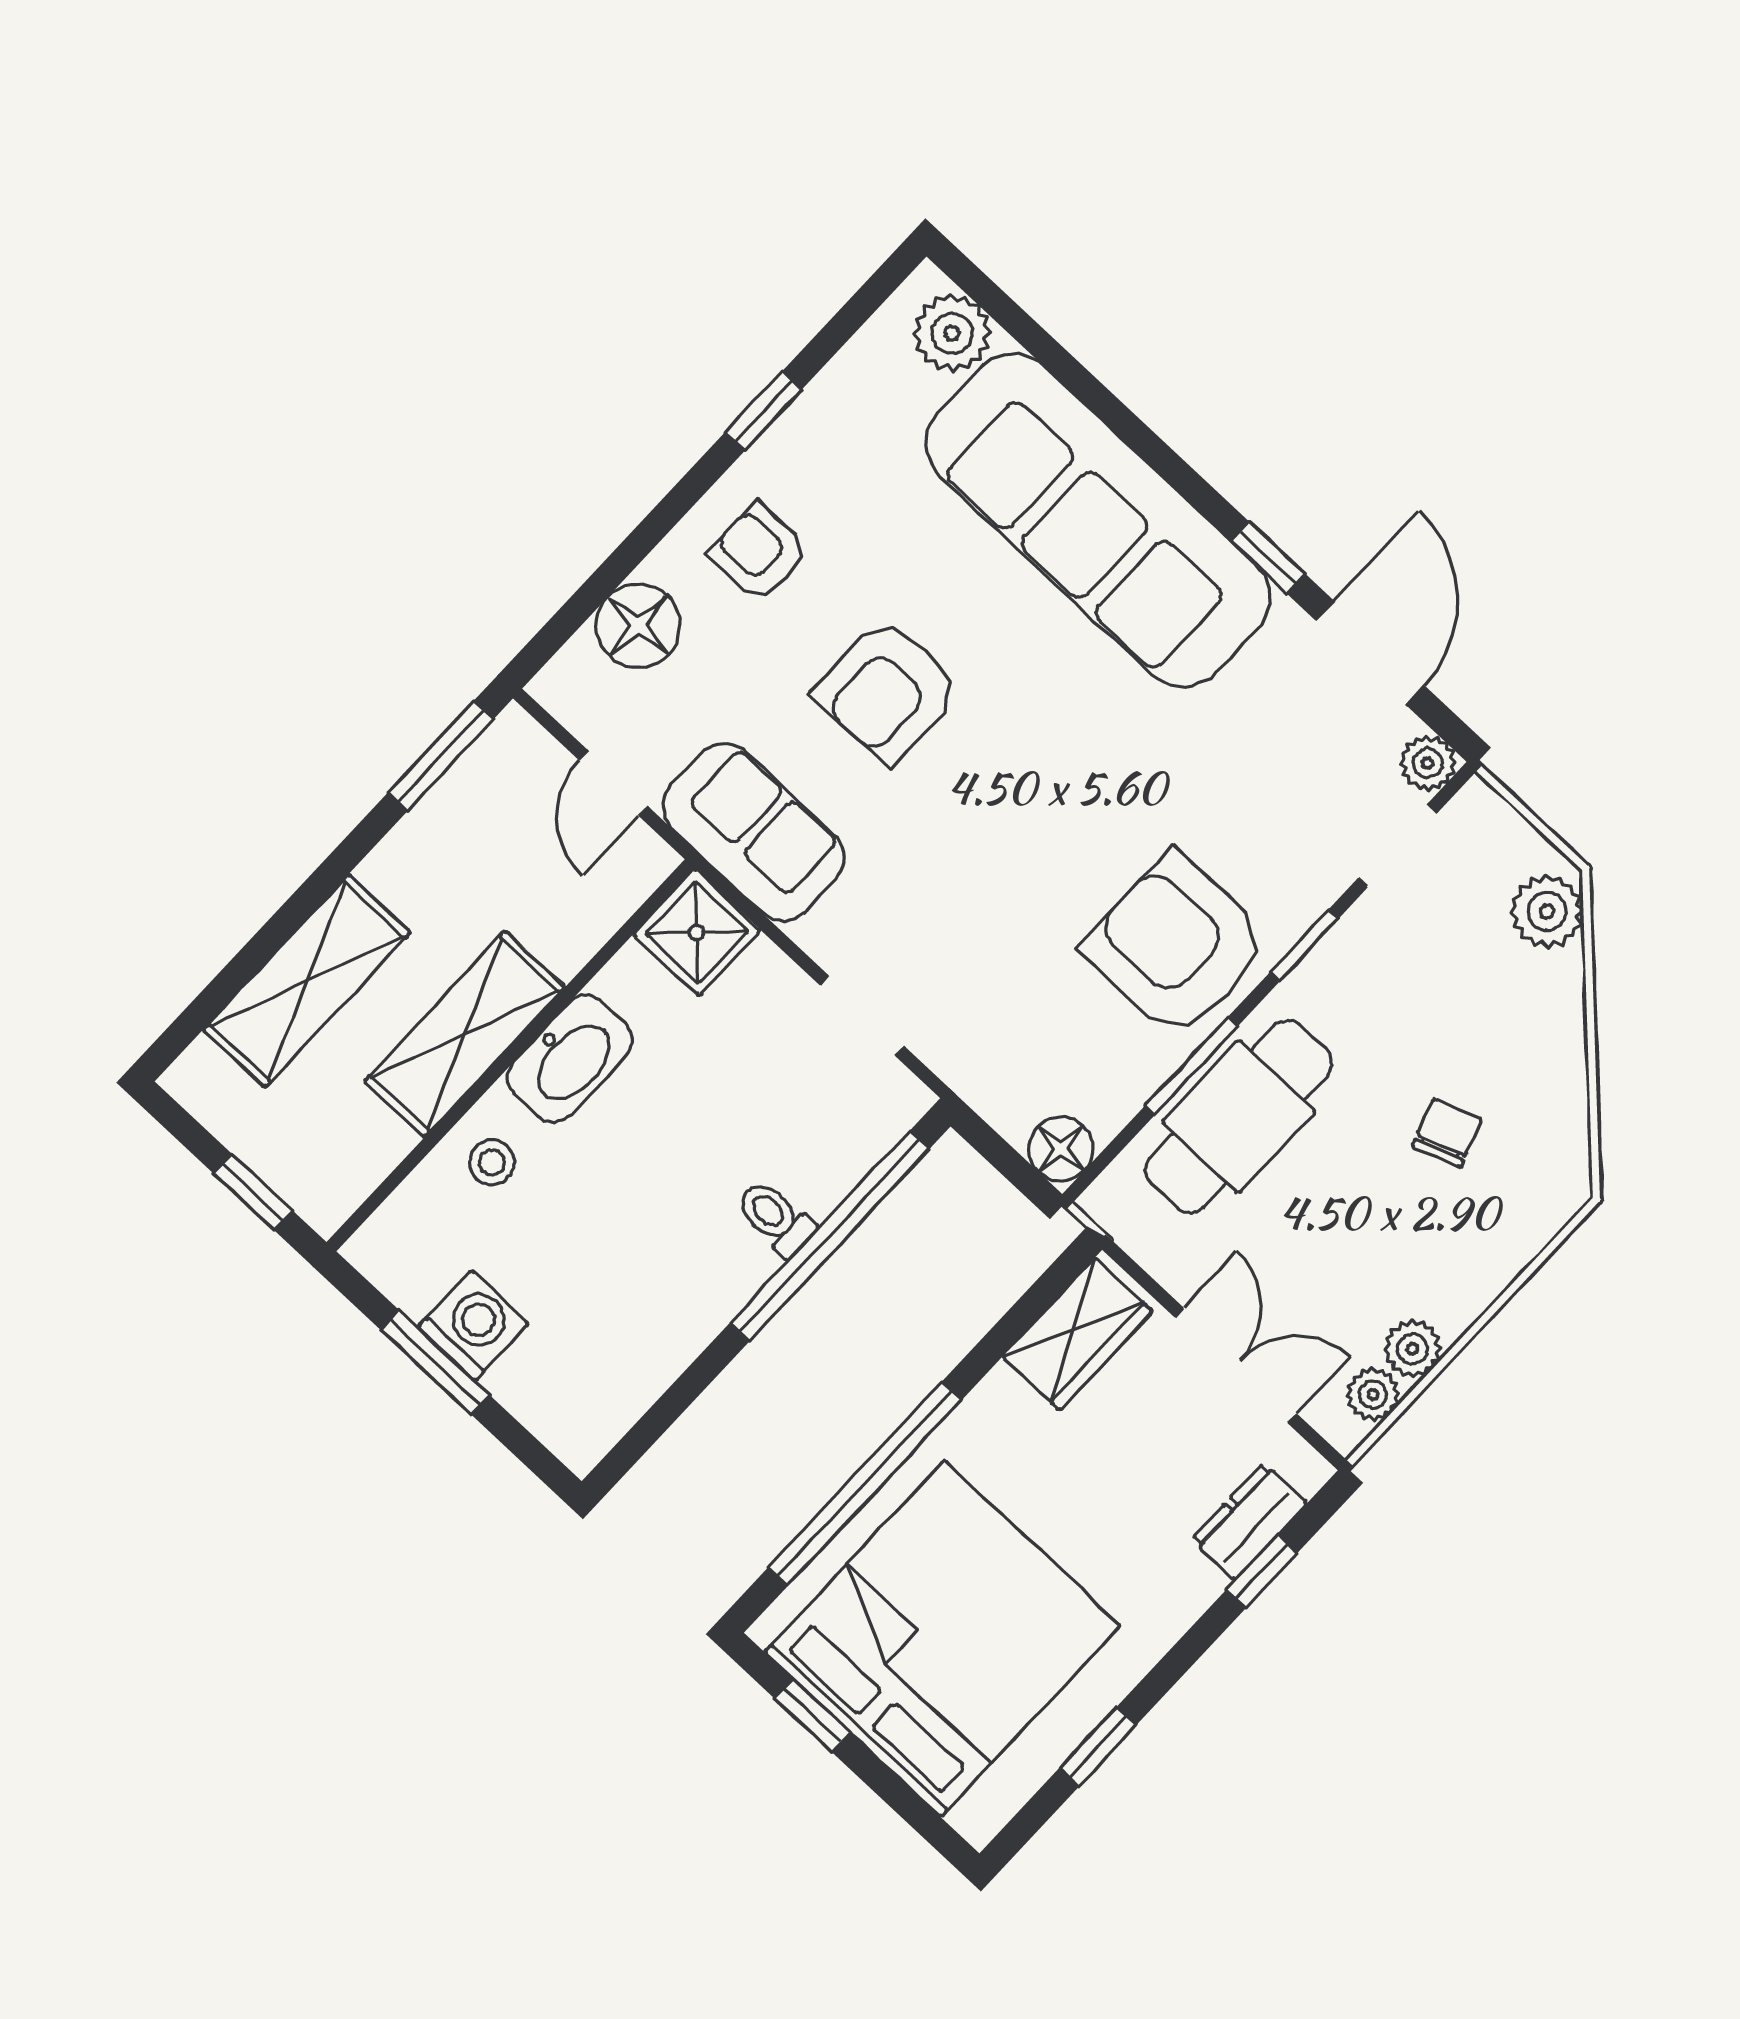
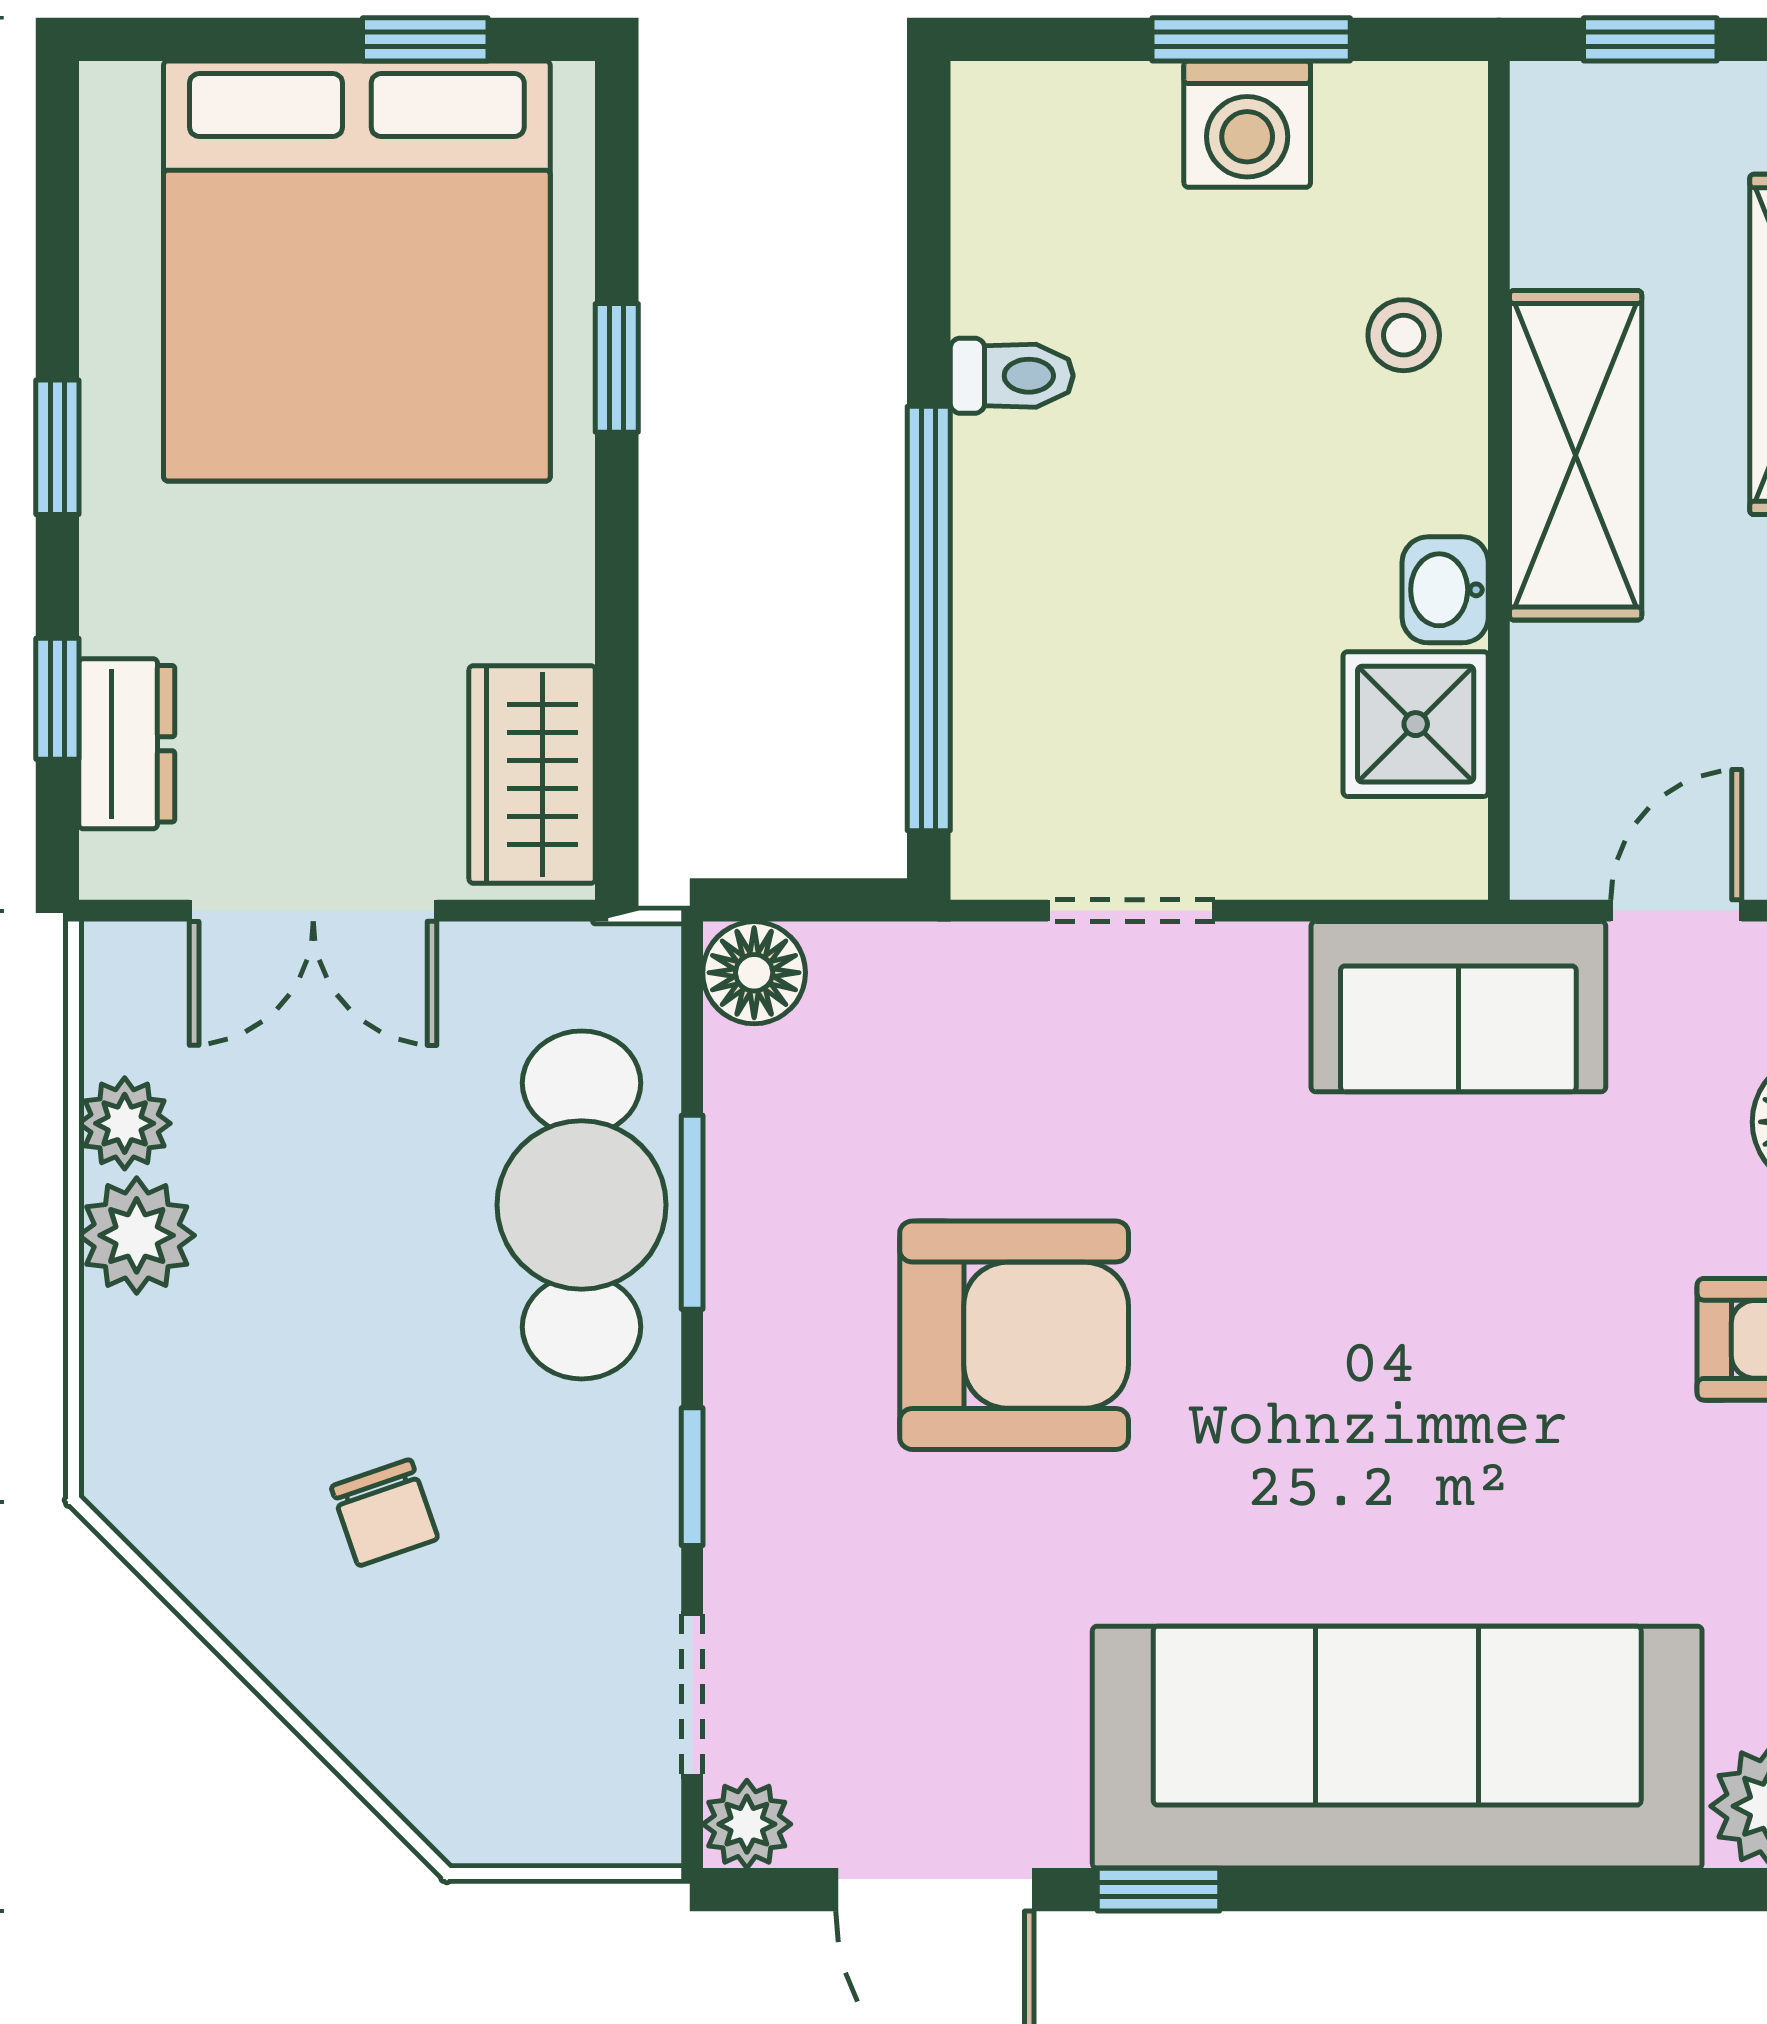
armchair: (888, 691) -> (1457, 1318), removed
door: (613, 783) -> (1676, 911), hinge flipped
plant: (1547, 912) -> (445, 1781), removed
shower: (697, 932) -> (1416, 724), moved
armchair: (1177, 946) -> (1014, 1335), moved
washbasin: (570, 1059) -> (1445, 590), width x0.52, depth x0.69
chair: (1447, 1133) -> (385, 1513), moved
toilet: (775, 1218) -> (1012, 376), moved
plant: (1373, 1394) -> (137, 1235), moved, width x1.38, depth x1.38
window: (865, 1483) -> (617, 368), width x0.32
window: (1098, 1746) -> (57, 447), moved

